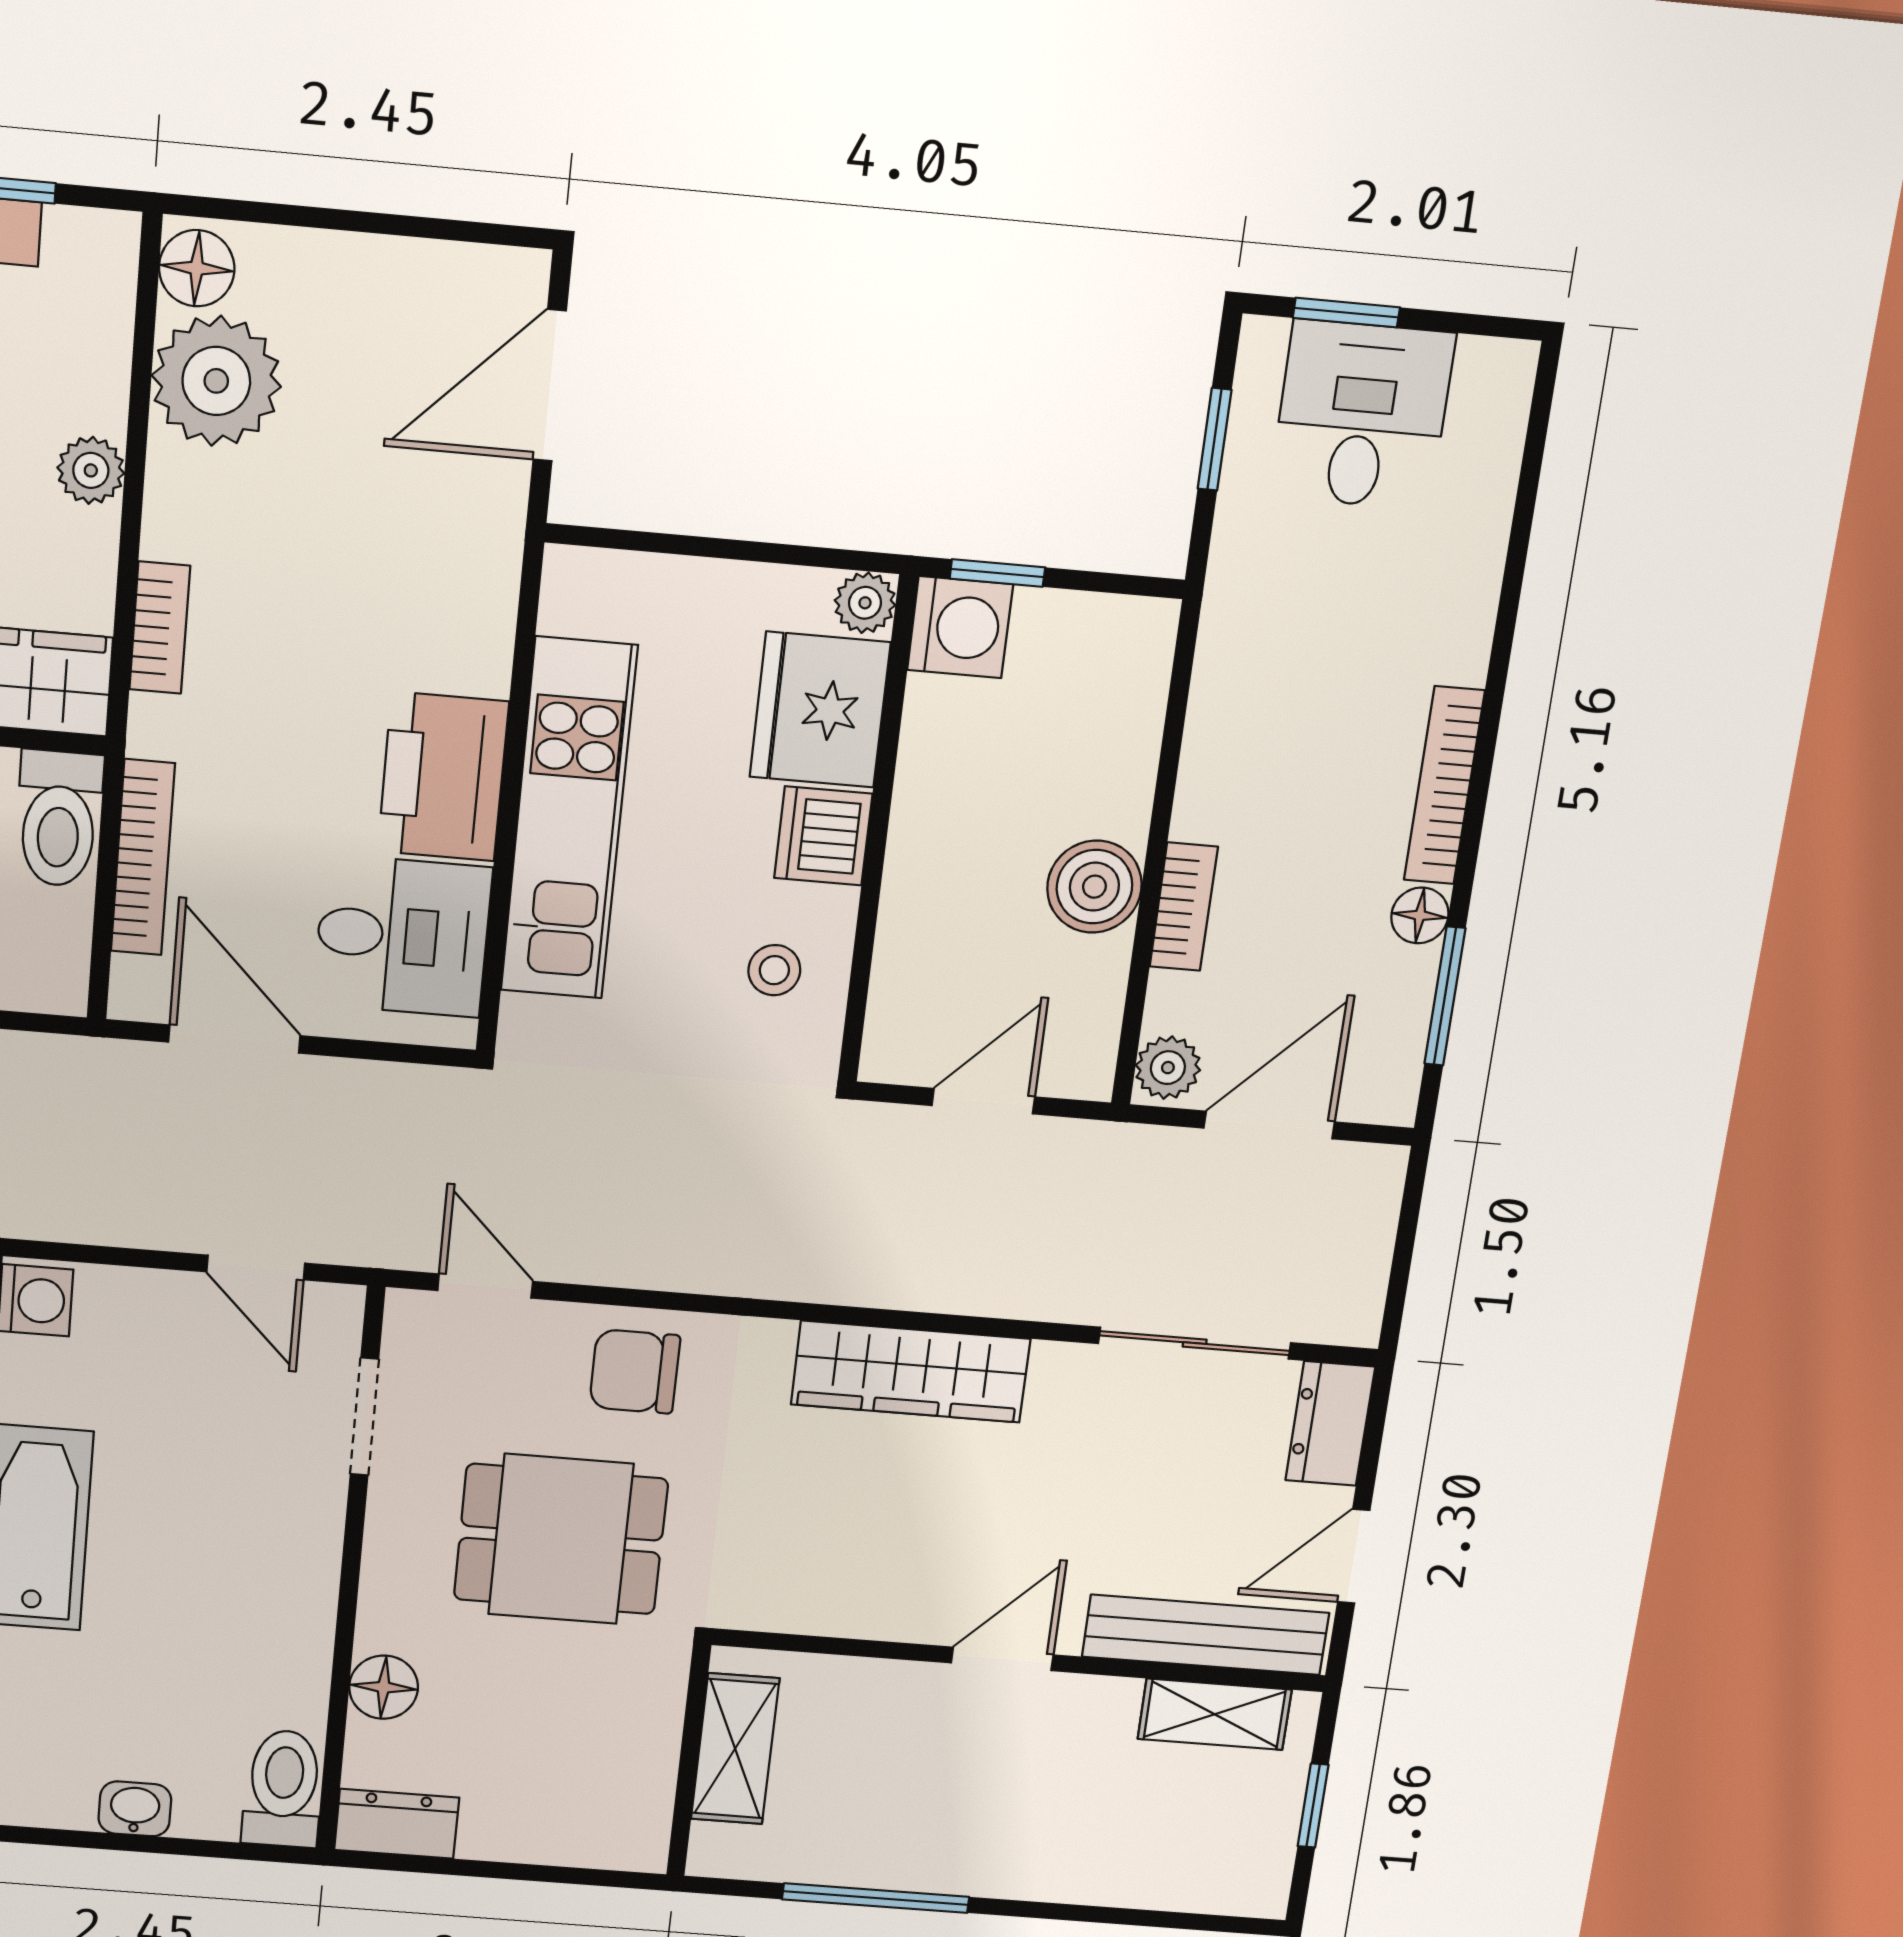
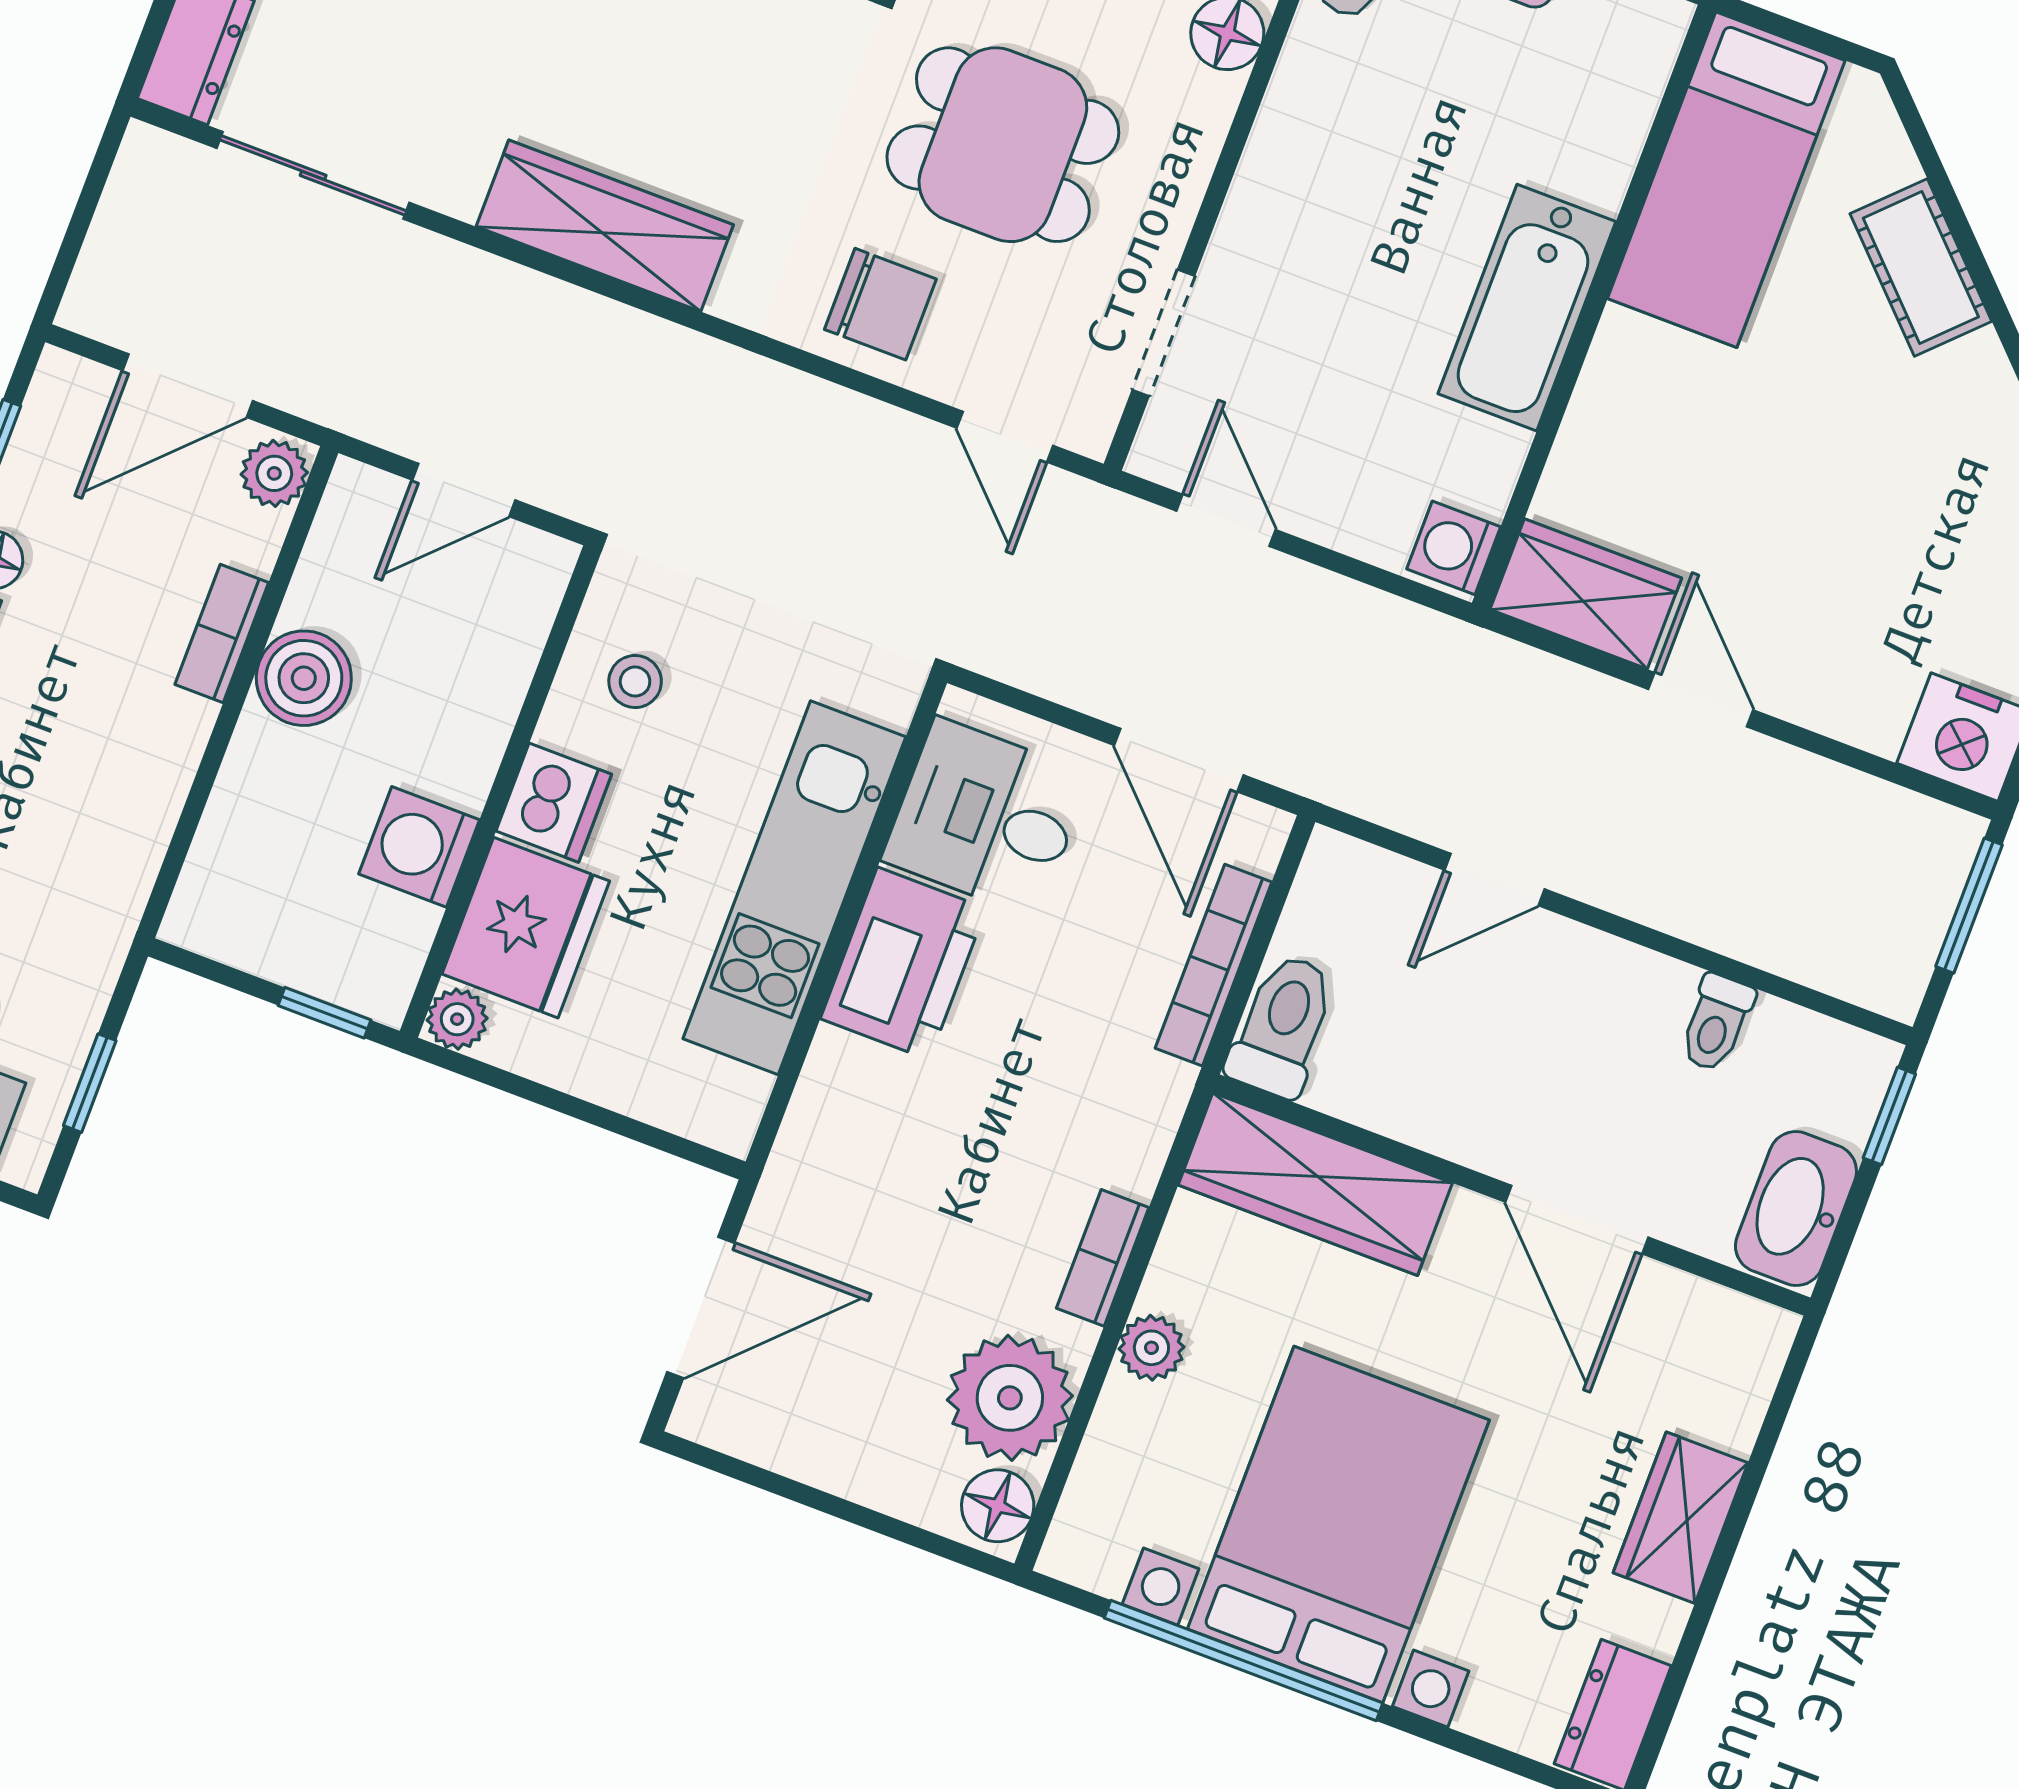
washing machine: (960, 627) -> (419, 847), moved
bookcase: (160, 628) -> (1103, 1258), moved

